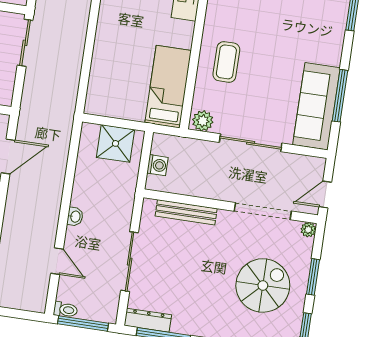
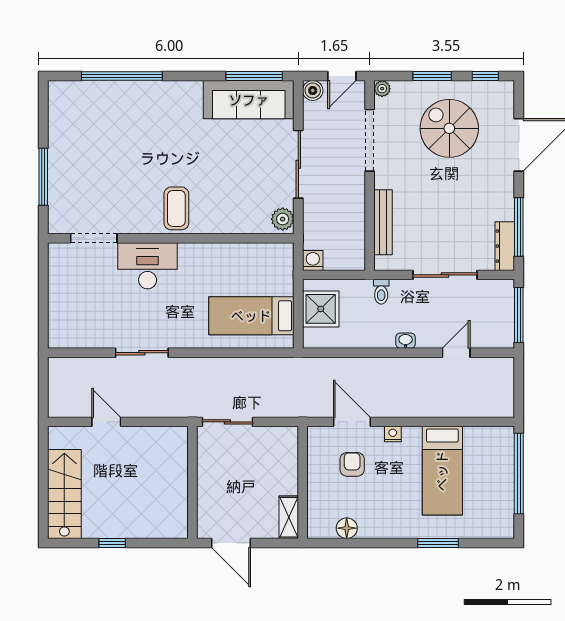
coffee table: (226, 62) -> (176, 208), moved, turned 90
bed: (168, 87) -> (251, 316), moved
window: (340, 96) -> (254, 76), moved
washing machine: (158, 165) -> (313, 260), moved
boiler: (316, 166) -> (313, 90), added
door: (325, 195) -> (342, 76), hinge flipped
toilet: (65, 310) -> (381, 292), moved, turned 180

